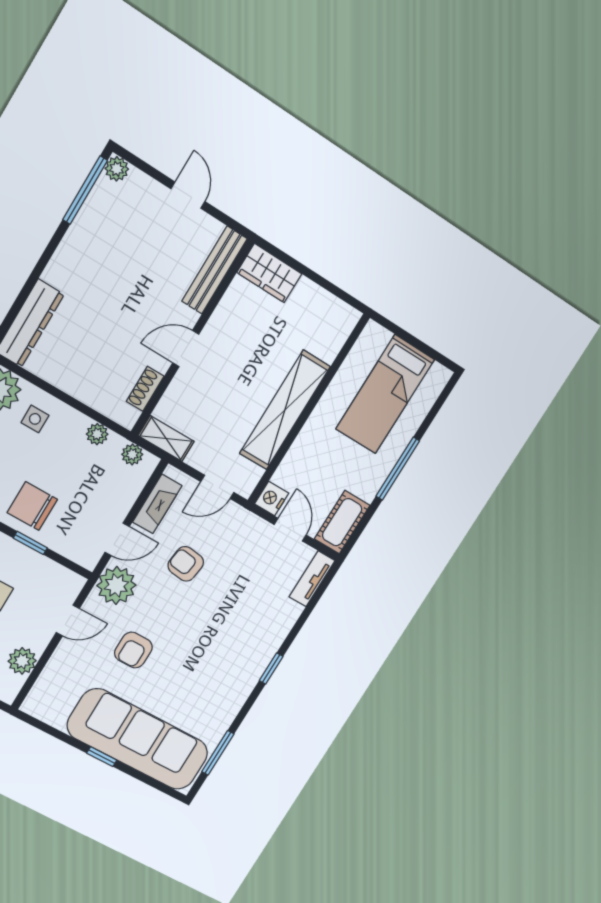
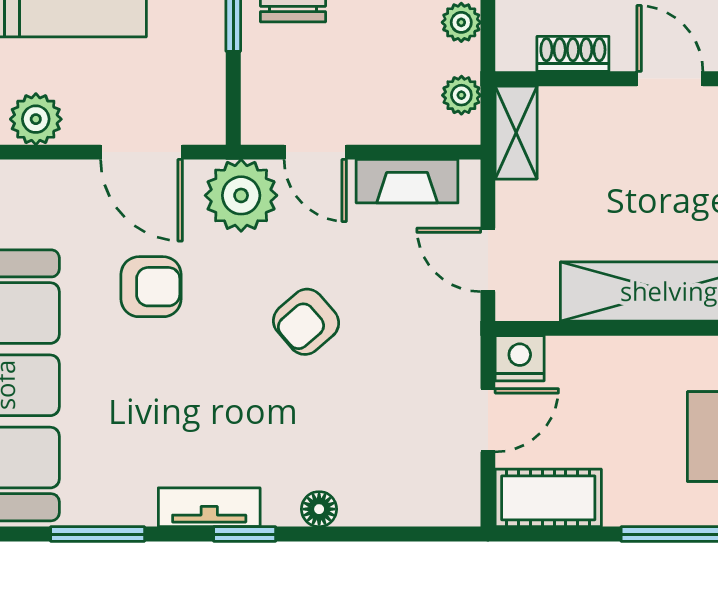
armchair: (186, 564) -> (306, 322), moved, turned -138
tv unit: (312, 579) -> (209, 507), moved
door: (68, 620) -> (141, 152), width x1.38
floor lamp: (281, 629) -> (319, 509), added
armchair: (133, 650) -> (151, 287), turned 180
window: (218, 753) -> (98, 534), moved

